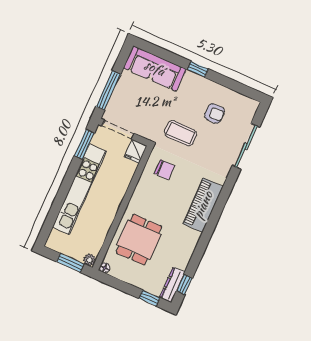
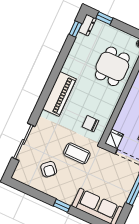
armchair: (215, 113) -> (49, 169), turned -132
dresser: (172, 285) -> (87, 25), width x0.70

